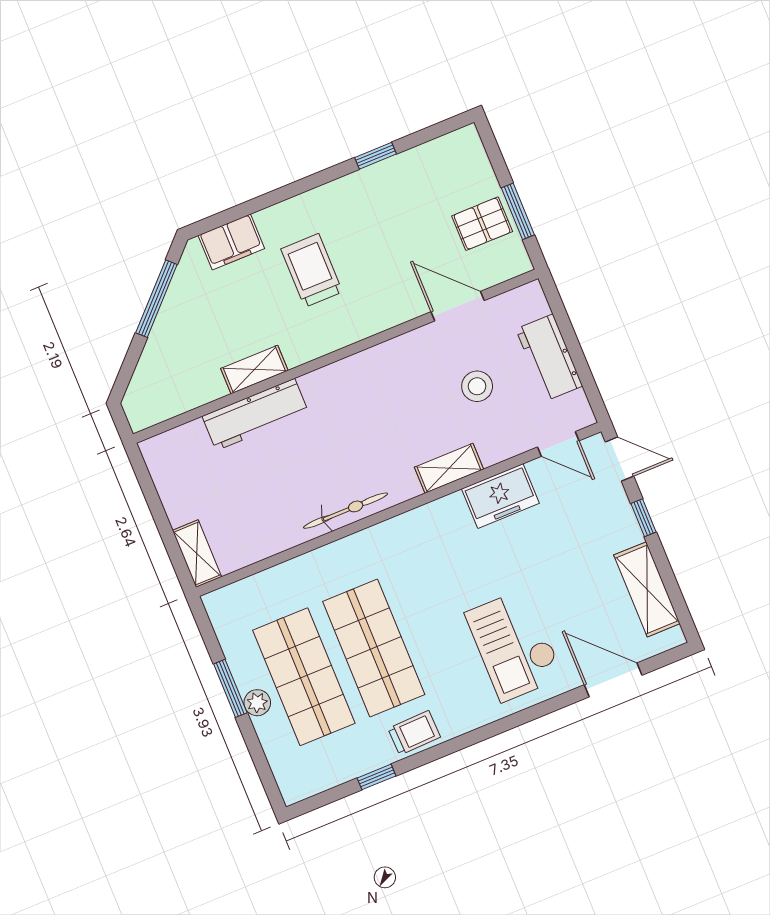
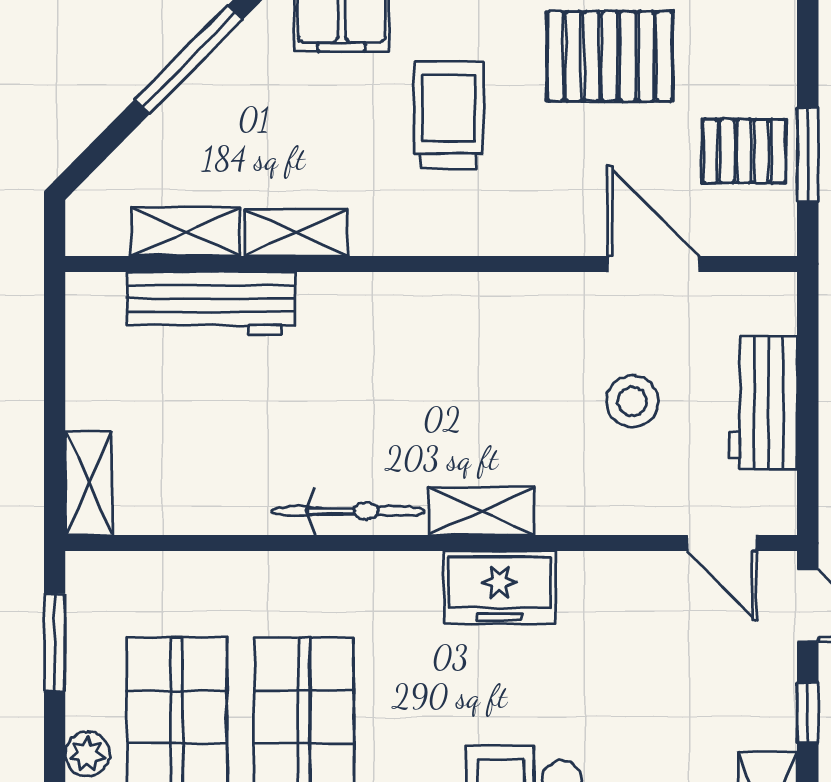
pallet: (387, 202) -> (610, 56), added
shelving: (193, 394) -> (185, 231), added
workbench: (255, 415) -> (211, 304), moved
shelving: (449, 468) -> (482, 511), moved
freezer: (500, 496) -> (499, 587), moved
window: (230, 688) -> (55, 643), moved

